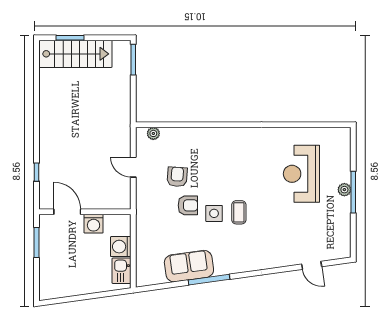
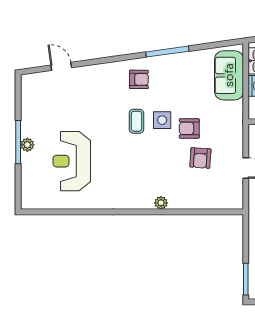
plant: (153, 133) -> (161, 203), moved
reception desk: (301, 174) -> (72, 161), turned 180
armchair: (237, 253) -> (139, 79), added
sofa: (189, 266) -> (229, 75), moved, turned 98

